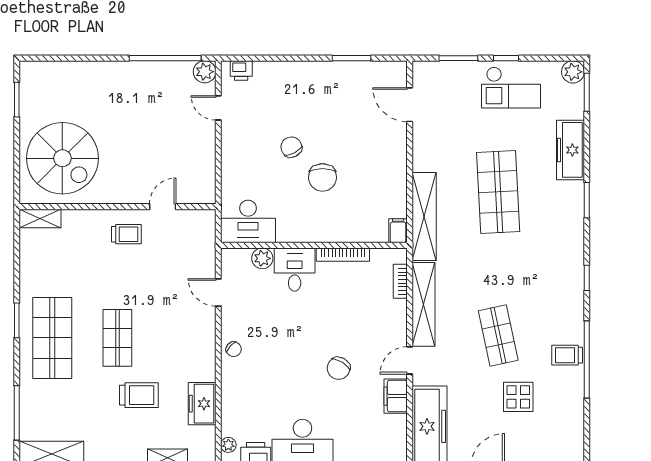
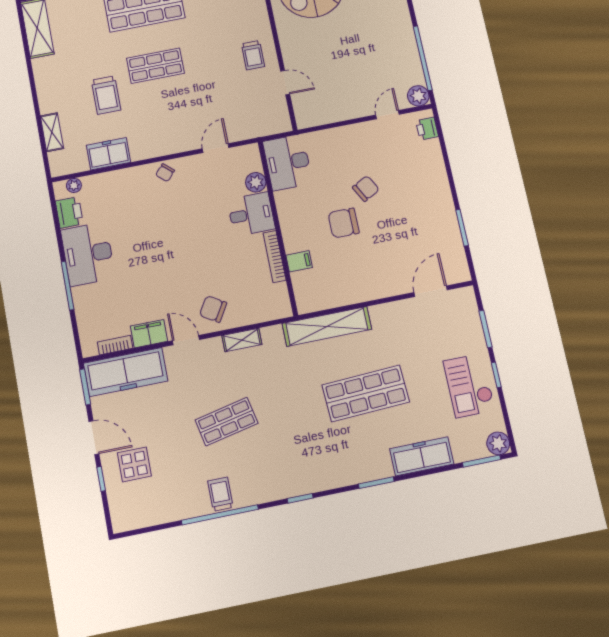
filing cabinet: (398, 231) -> (299, 261), moved
bookcase: (400, 281) -> (115, 345), moved
shelving: (424, 304) -> (242, 340), width x0.45, depth x0.75
chair: (339, 368) -> (213, 309), moved
display table: (518, 397) -> (134, 464), moved

